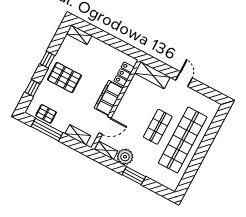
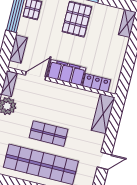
door: (184, 79) -> (104, 161), moved
door: (105, 126) -> (36, 76), swing flipped

